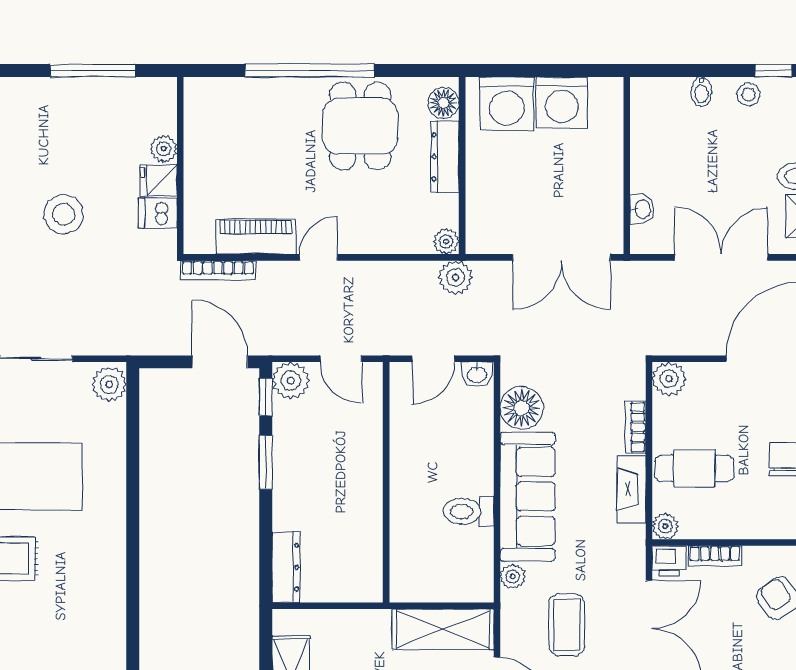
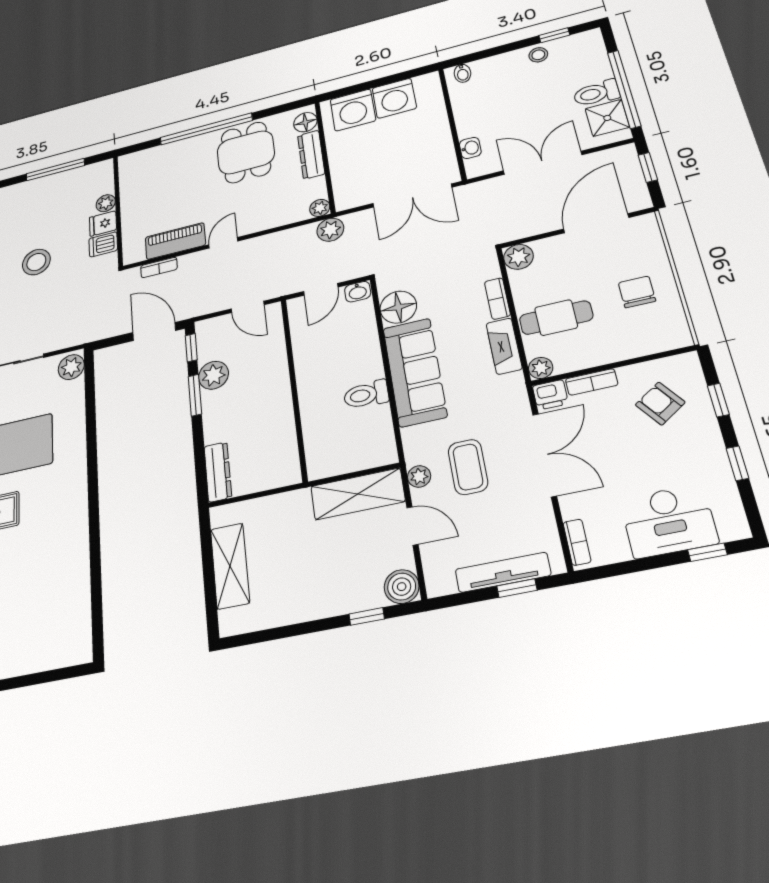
bidet: (701, 92) -> (462, 73), moved
bookcase: (218, 270) -> (159, 267), width x0.64
plant: (291, 381) -> (213, 375), moved
plant: (513, 576) -> (419, 476), moved

